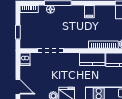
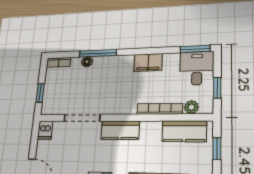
filing cabinet: (89, 12) -> (148, 62), width x2.00
kitchen counter: (92, 59) -> (120, 130), moved

